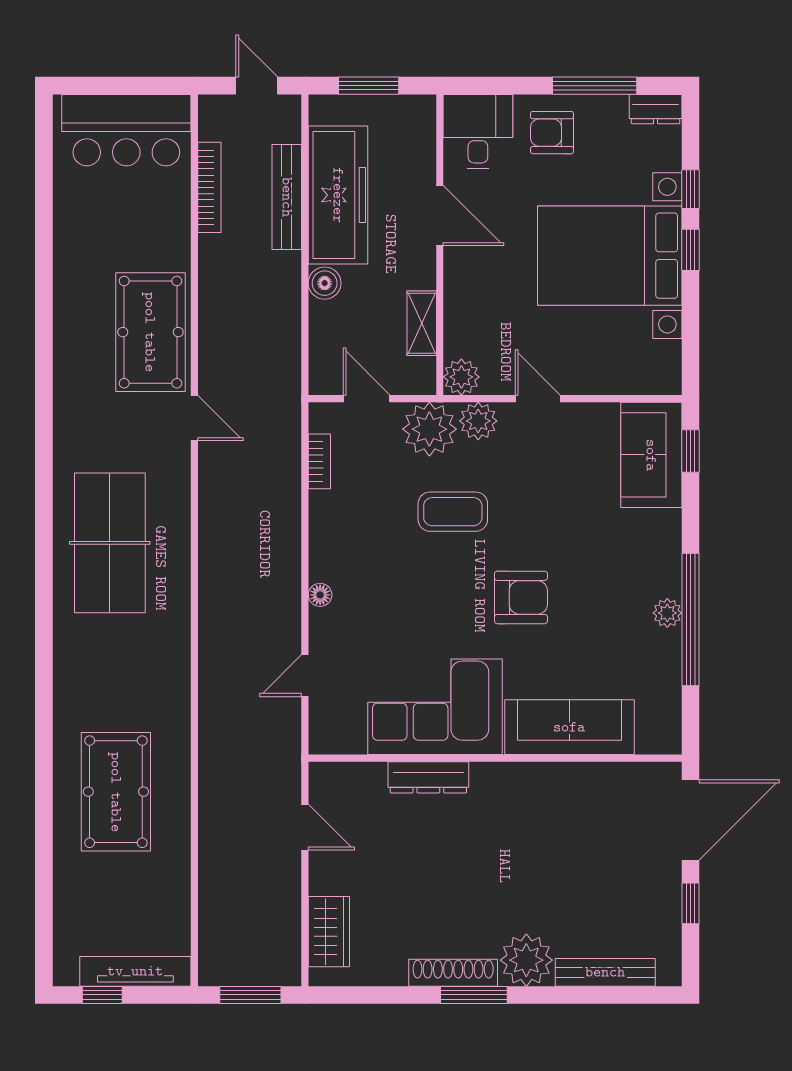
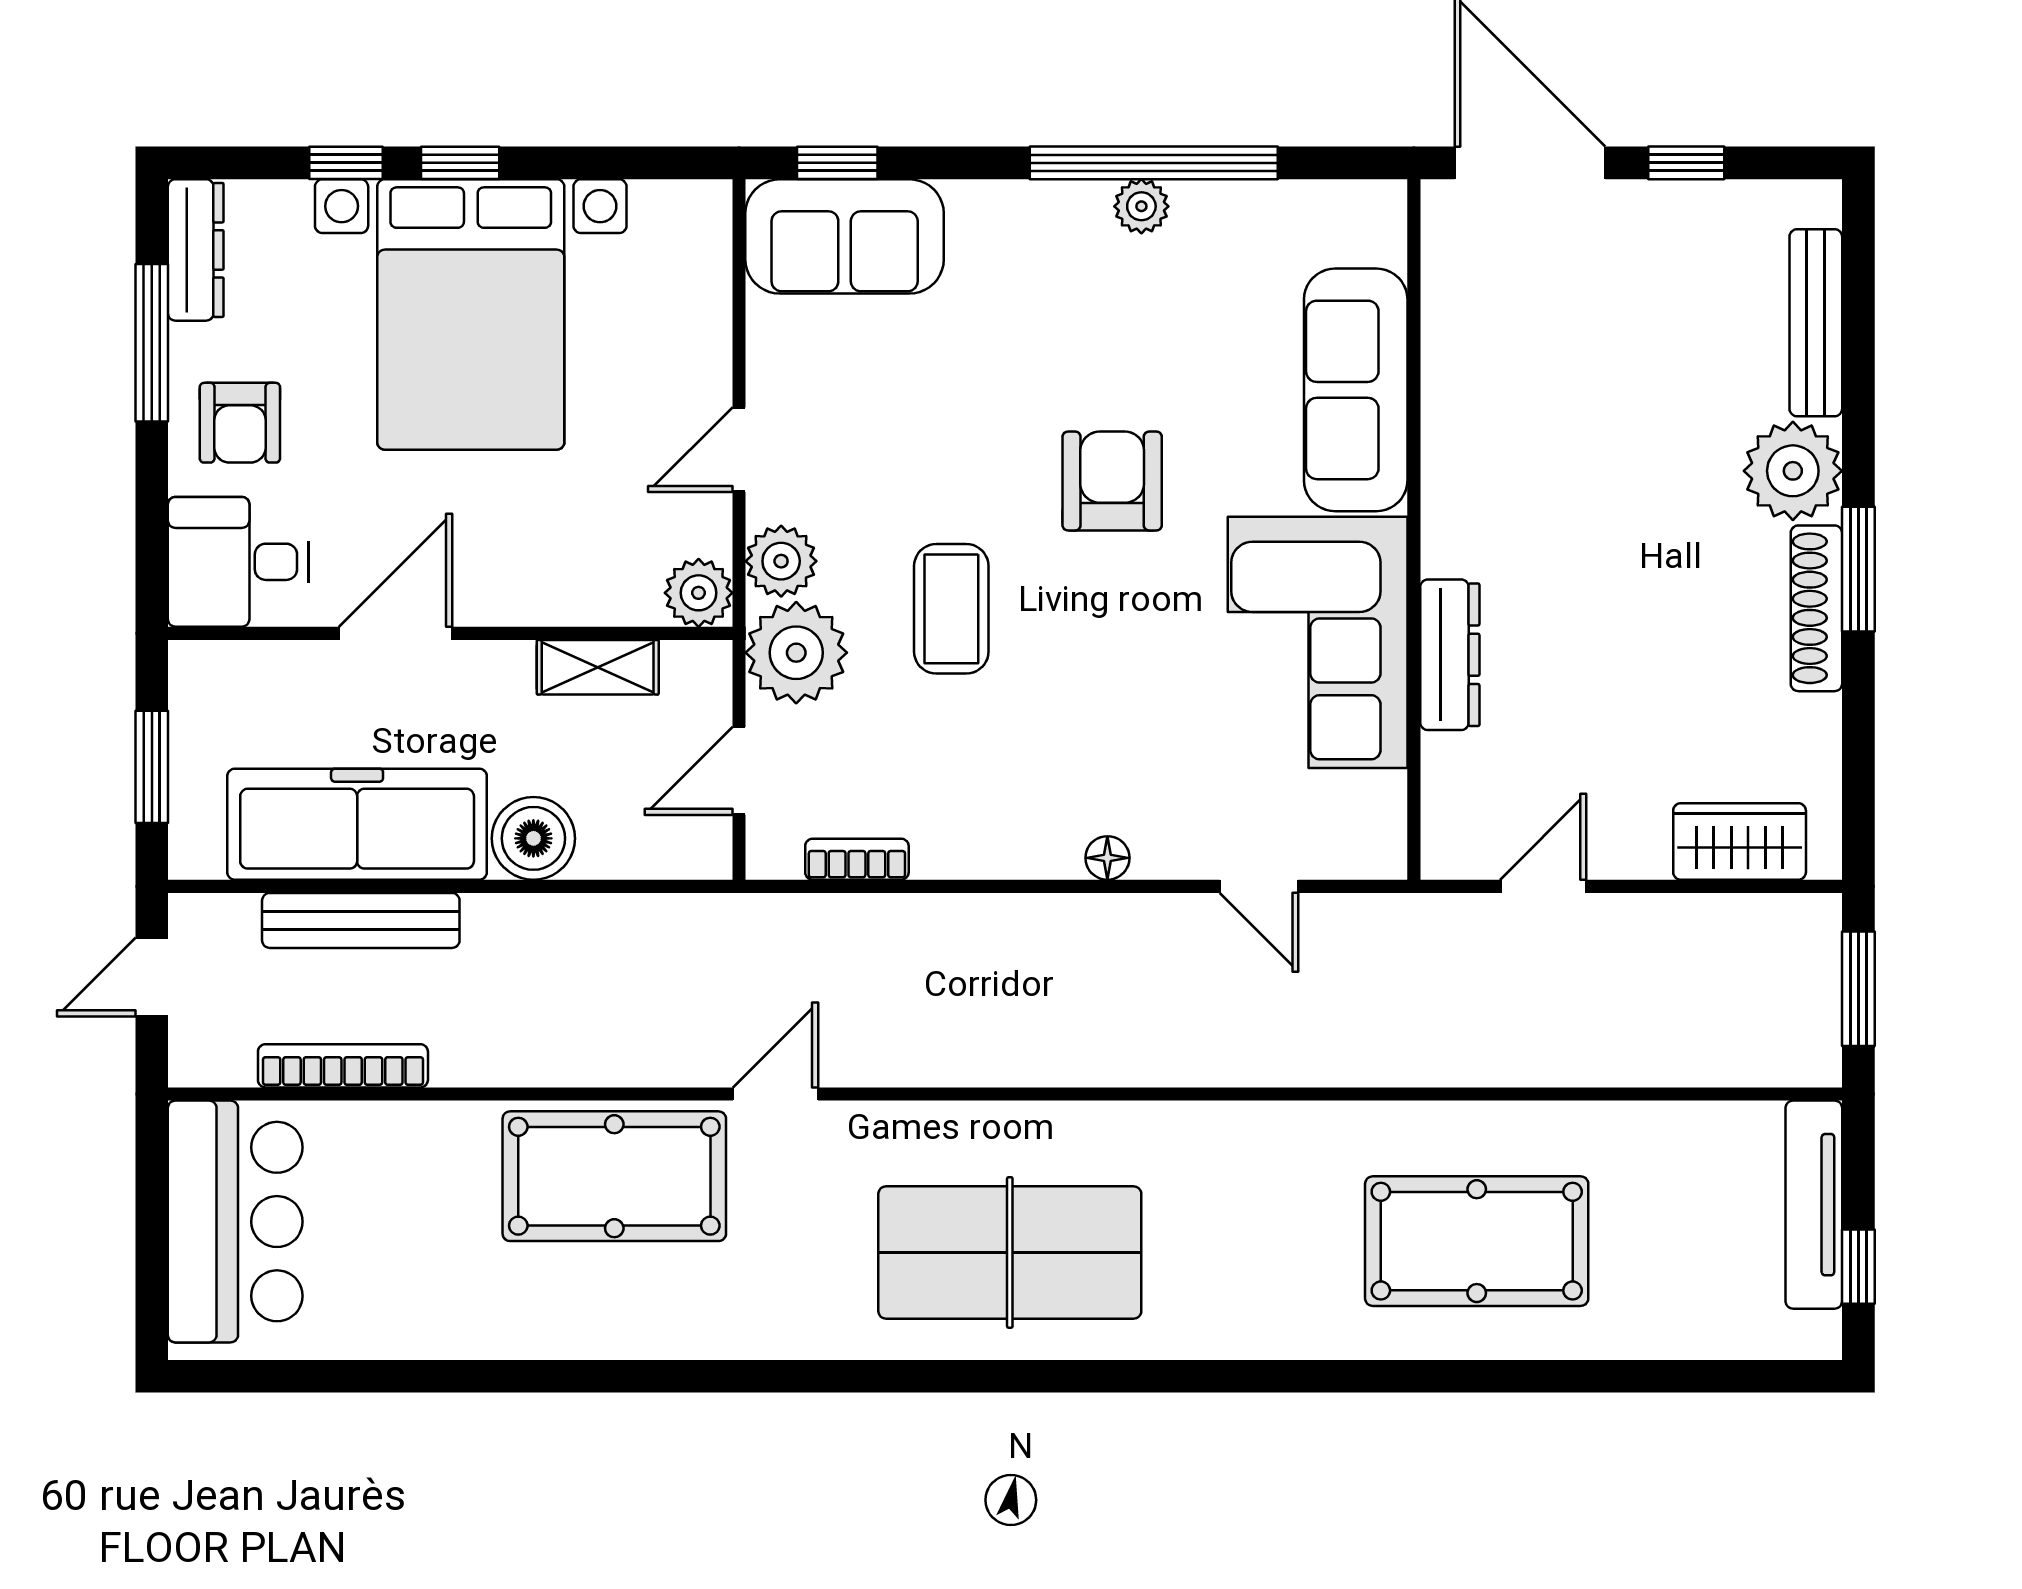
dresser: (656, 109) -> (196, 250), width x1.44
boiler: (325, 283) -> (533, 838), width x1.36, depth x1.36

